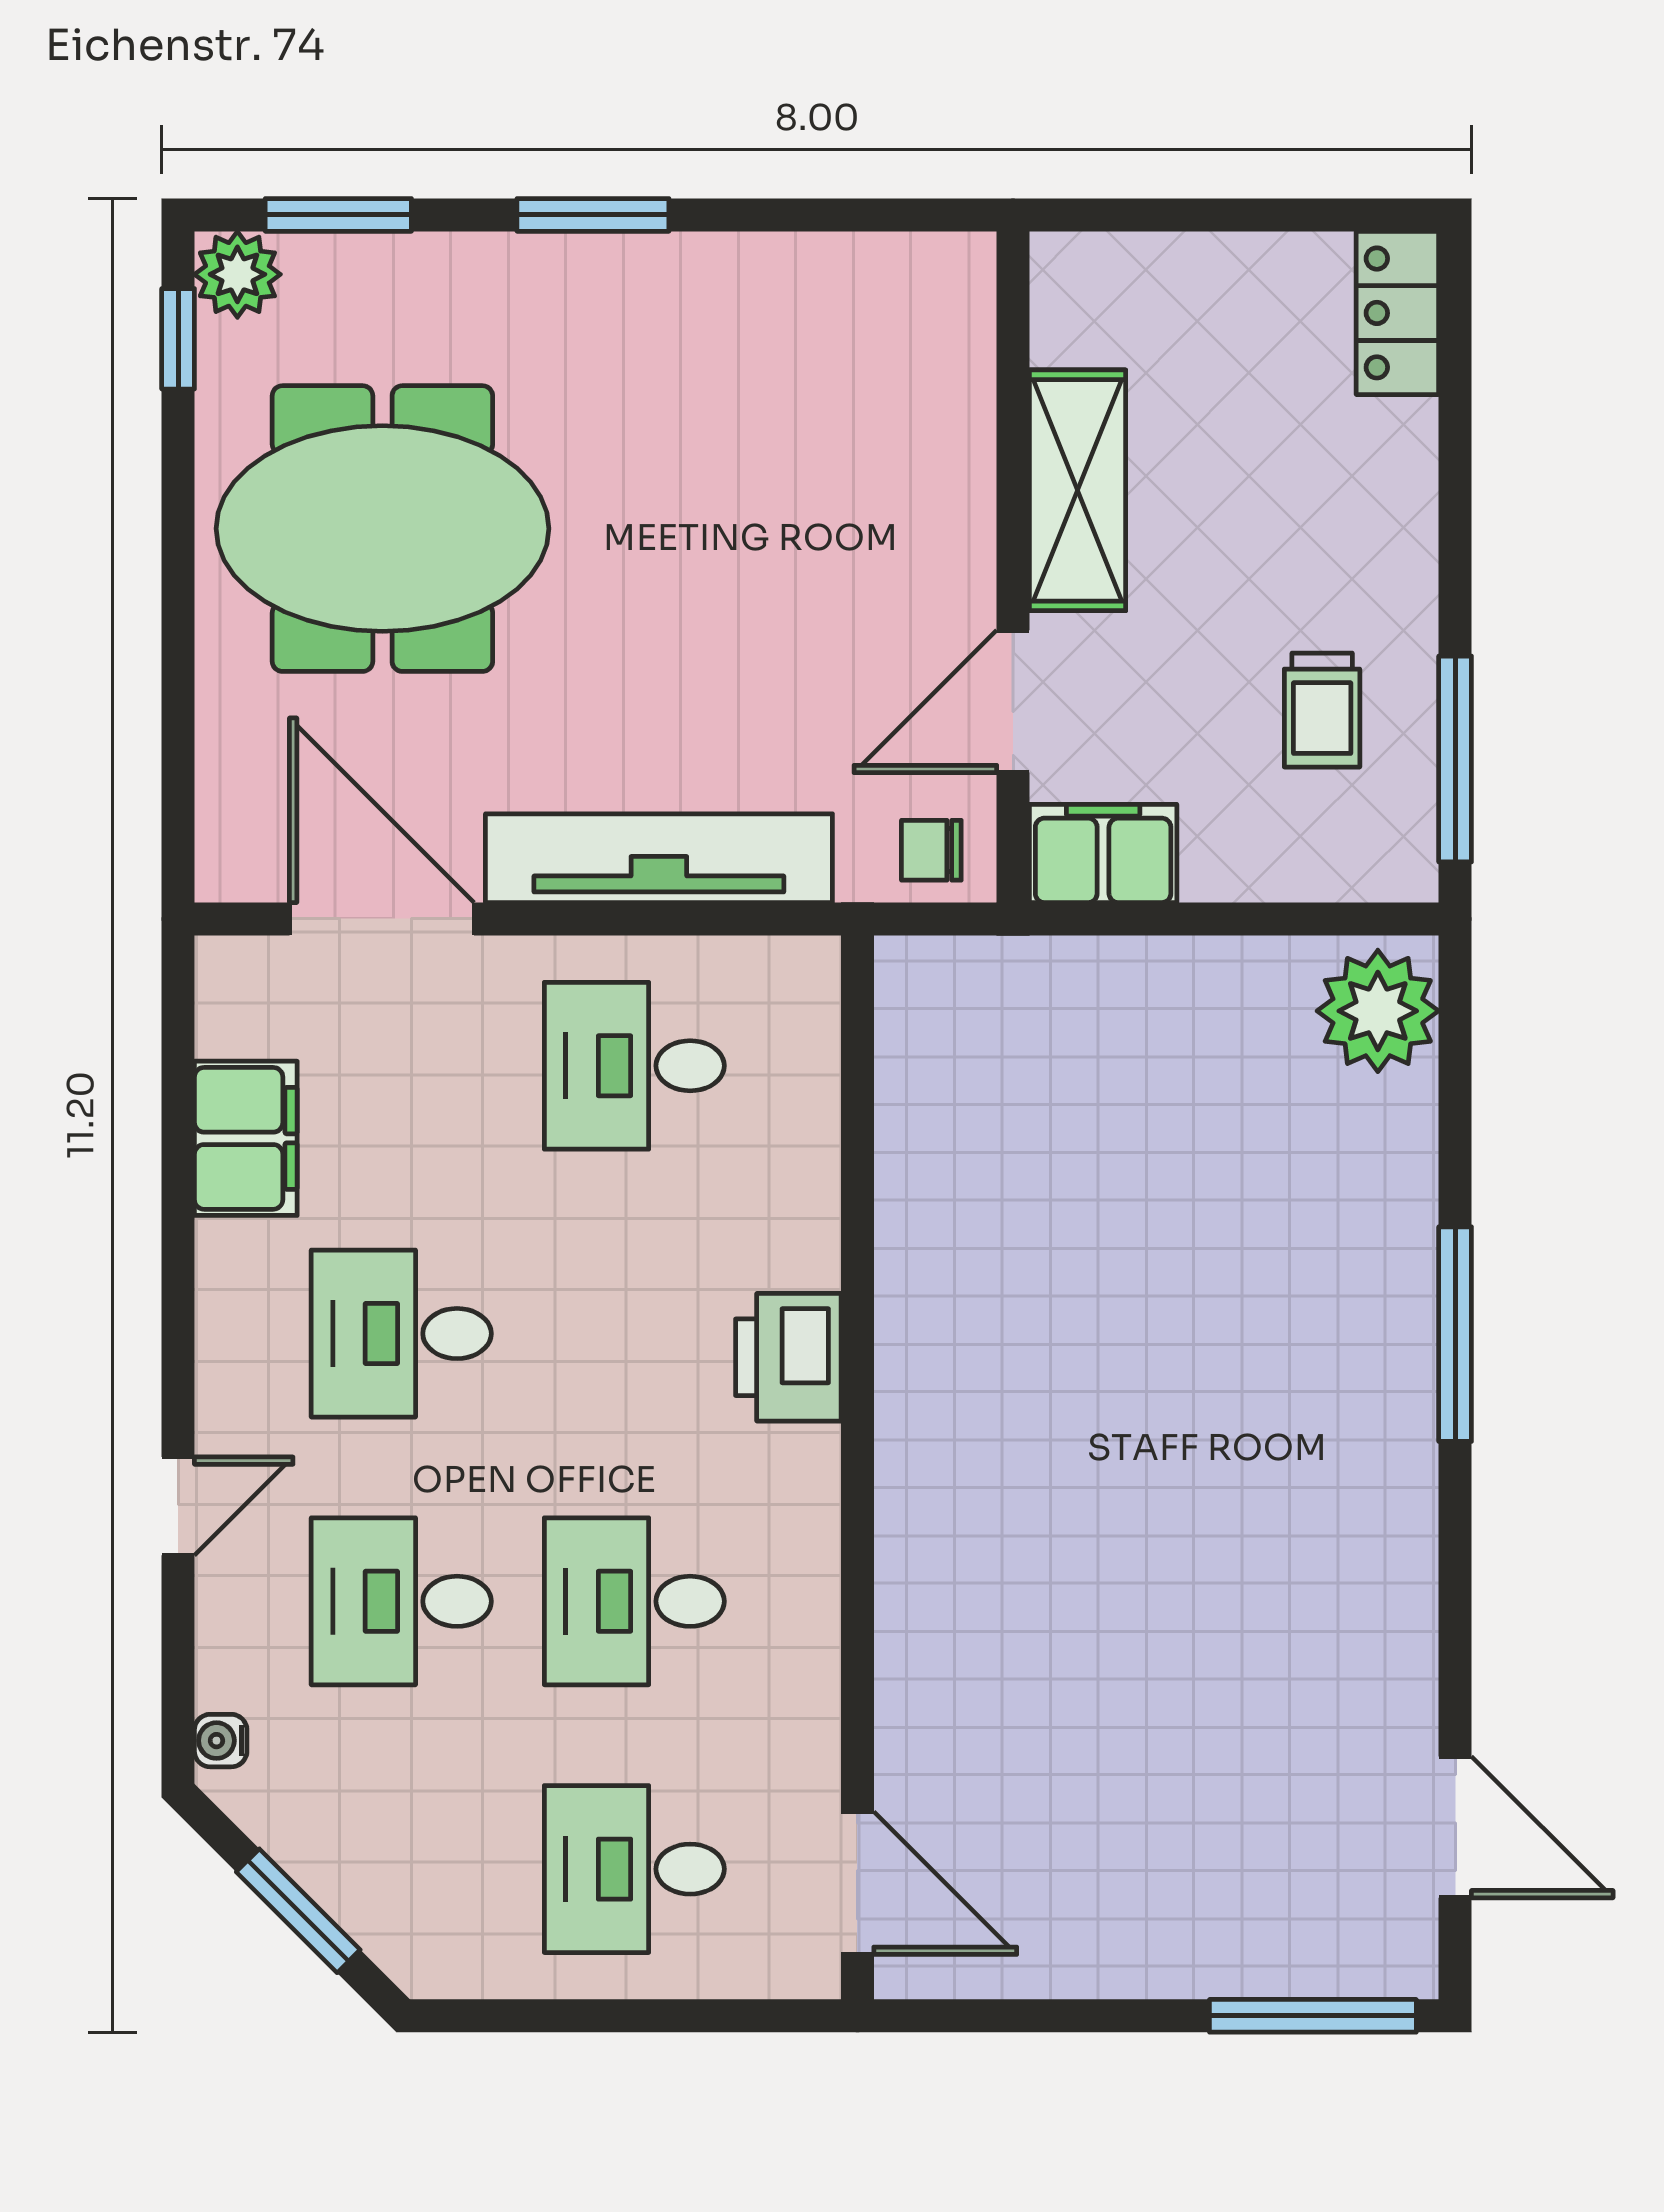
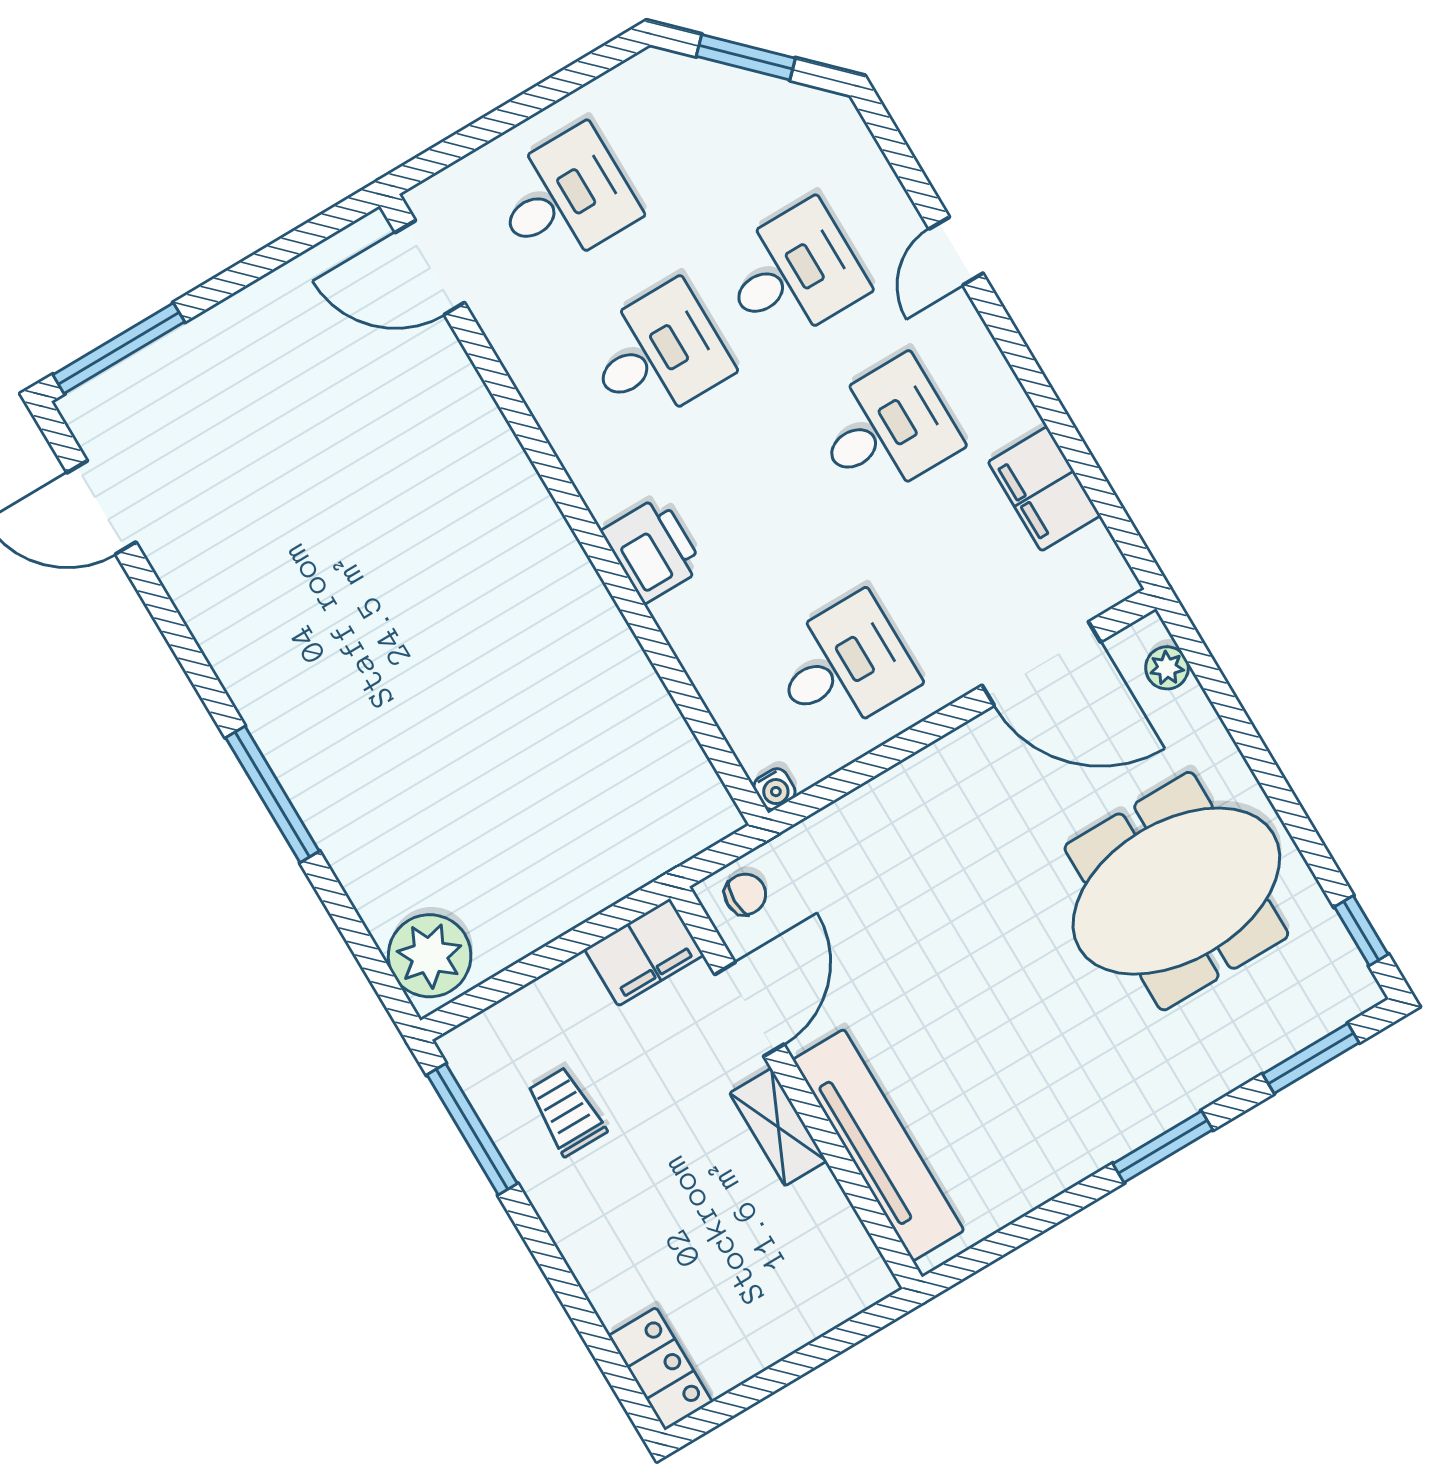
plant: (237, 274) -> (1167, 668), moved, width x0.73, depth x0.73
shelving: (1078, 490) -> (778, 1127), width x0.67, depth x0.75
tv unit: (659, 858) -> (878, 1145), moved, turned -90
water cooler: (221, 1741) -> (774, 789), moved, turned 90

